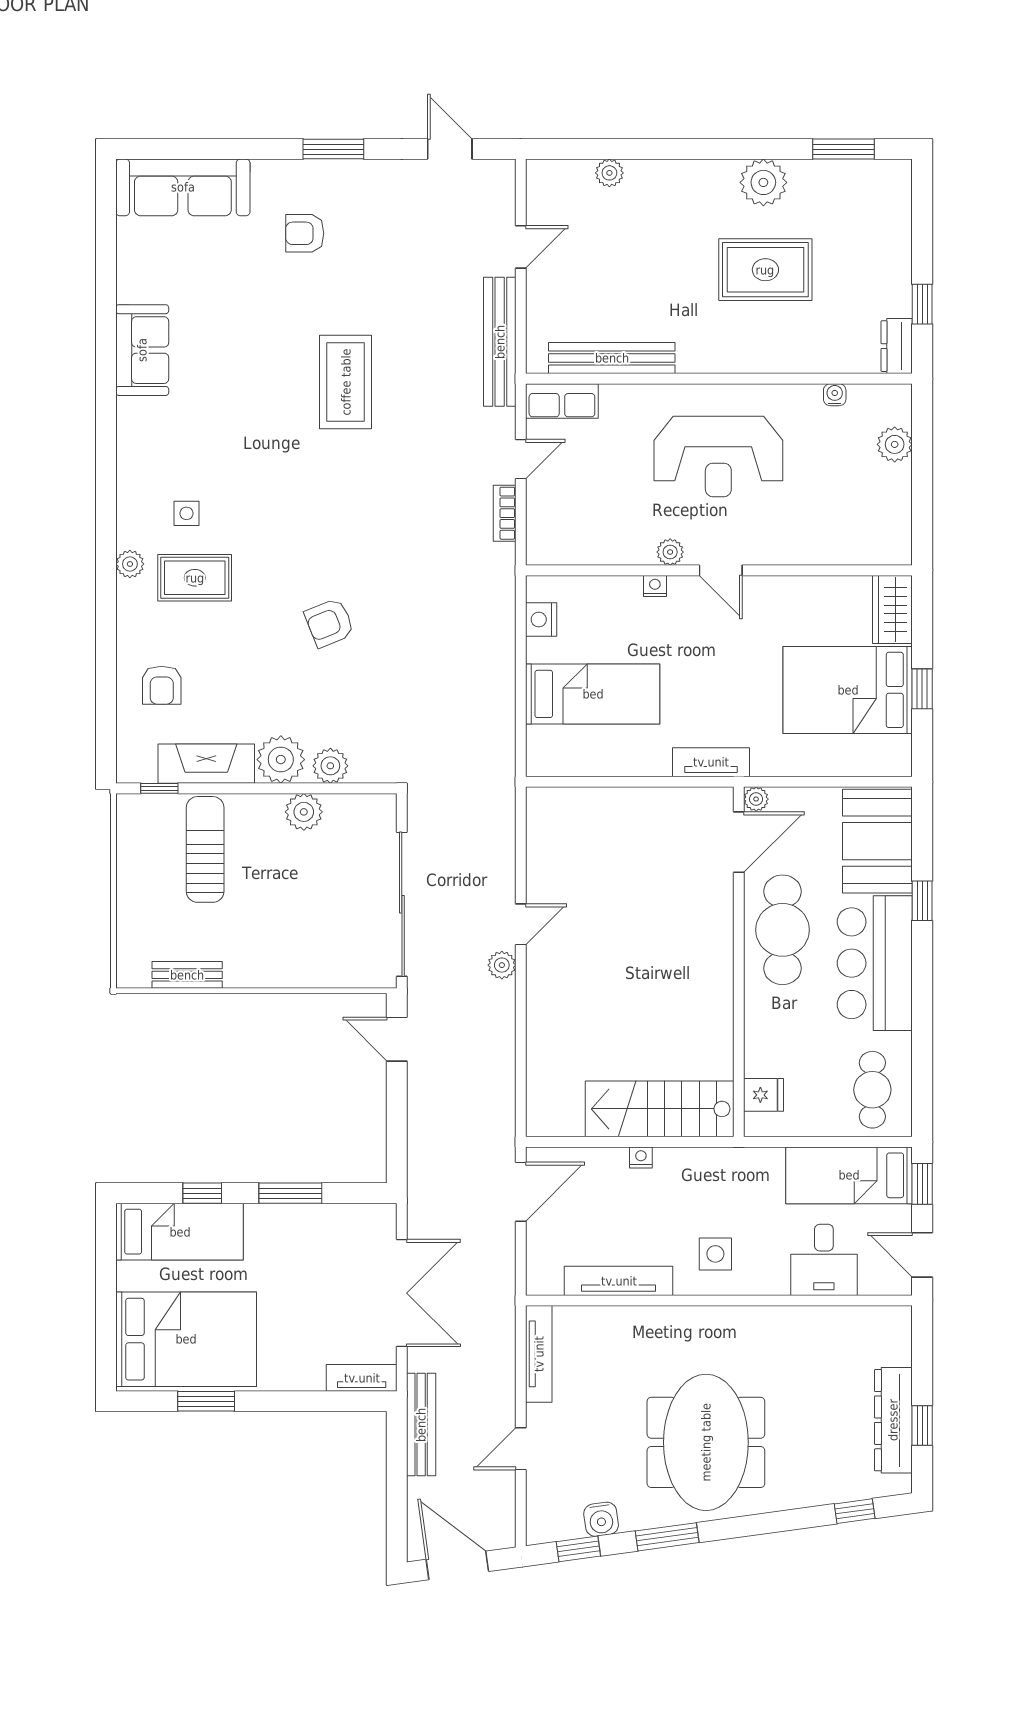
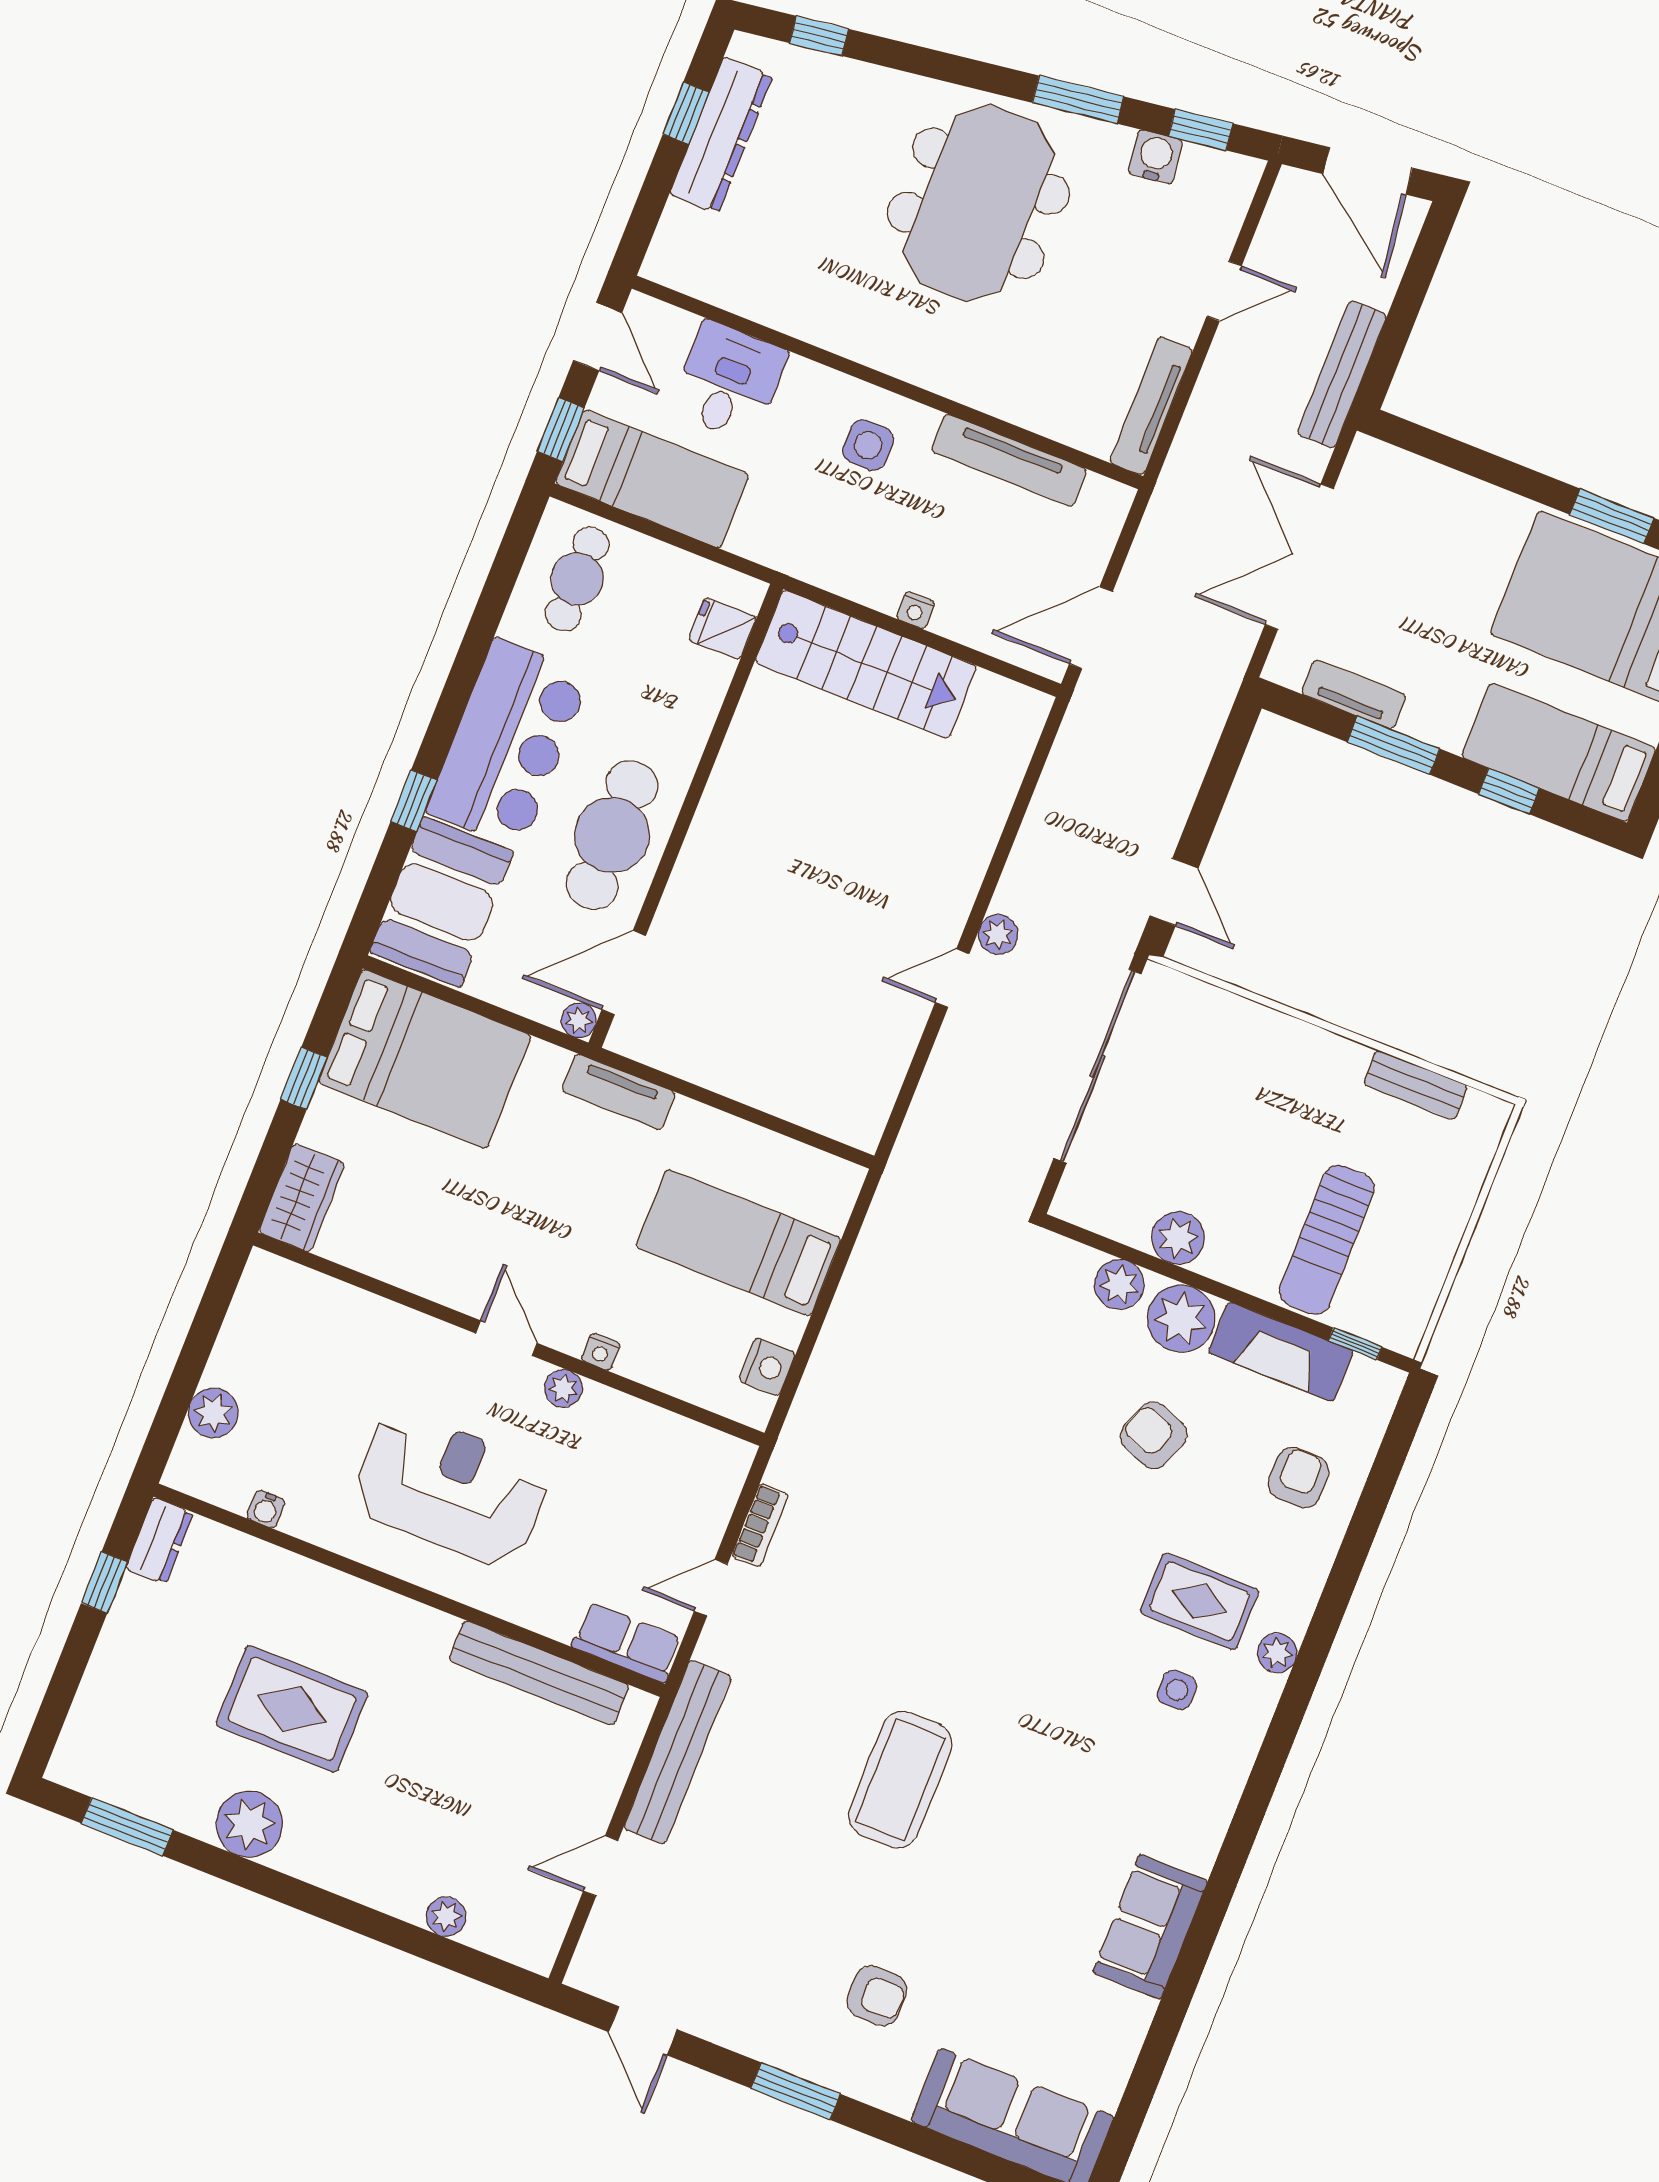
armchair: (329, 623) -> (1154, 1435), moved, turned -137
bed: (848, 690) -> (425, 1059), moved
tv unit: (362, 1378) -> (1354, 694), moved, turned 180

